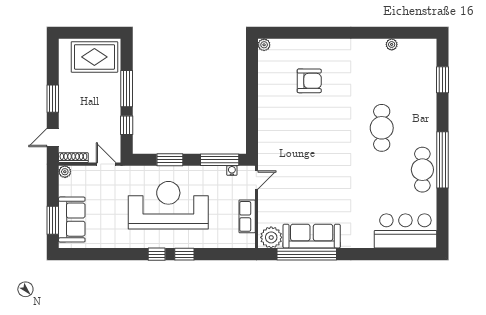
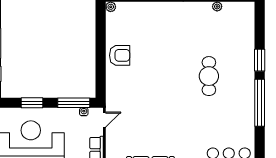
window: (442, 80) -> (260, 60), moved
armchair: (309, 81) -> (120, 55), moved
cafe table: (422, 170) -> (243, 111), removed

